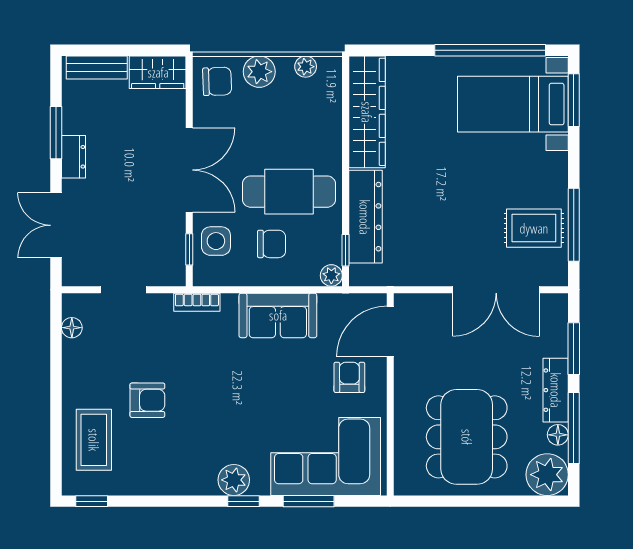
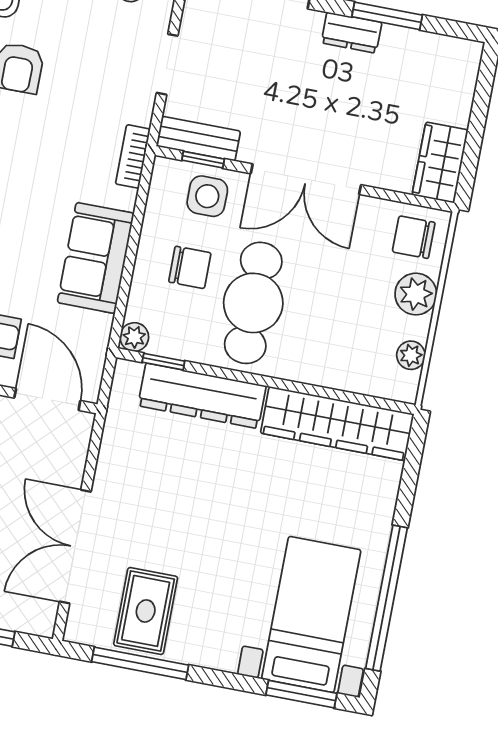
bench: (97, 67) -> (198, 139), moved, turned 90
chair: (217, 81) -> (414, 237), turned 92
chair: (272, 244) -> (190, 267), turned -90

